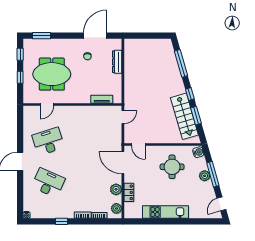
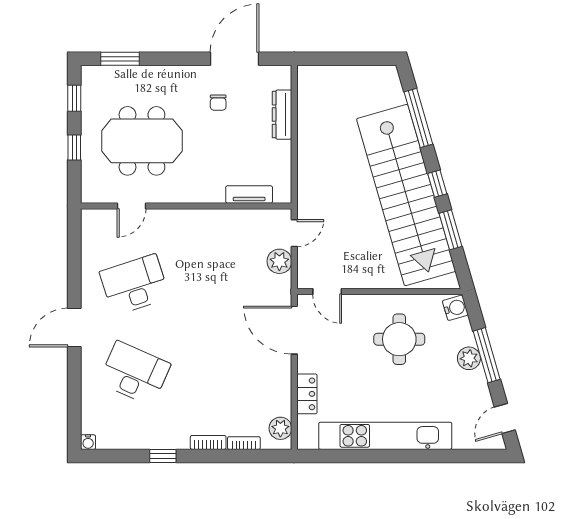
stairs: (184, 116) -> (406, 195), width x1.86, depth x1.51
plant: (116, 189) -> (279, 261), moved
kitchen unit: (166, 212) -> (385, 436), width x1.36

